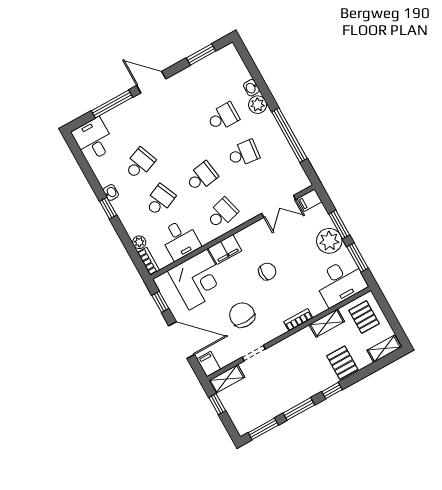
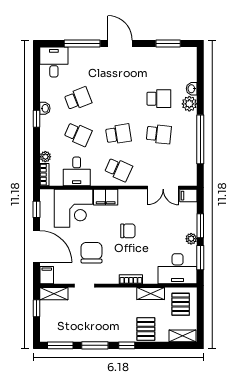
school desk: (160, 200) -> (78, 134), turned 48
school desk: (222, 213) -> (118, 169), turned 39
plant: (329, 241) -> (191, 239), width x0.53, depth x0.53

